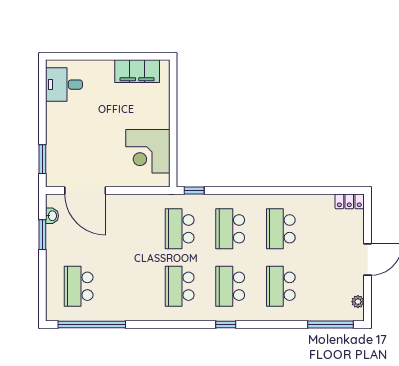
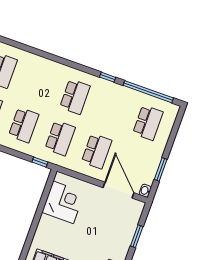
window: (42, 159) -> (137, 236), moved
washbasin: (52, 216) -> (145, 191), moved
school desk: (230, 286) -> (97, 151), moved
window: (226, 325) -> (108, 77), moved

